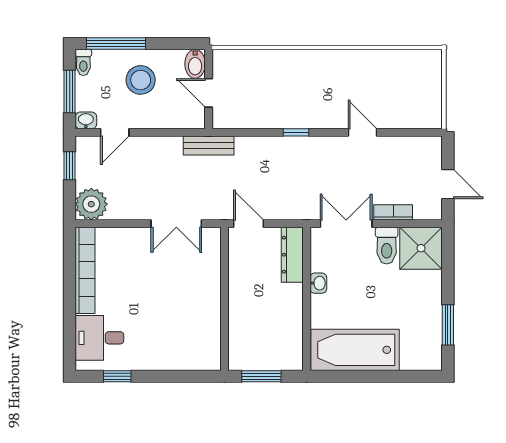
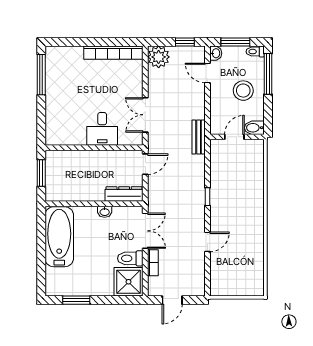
desk: (99, 338) -> (102, 129), moved, turned 180
window: (117, 376) -> (41, 75), width x2.17

